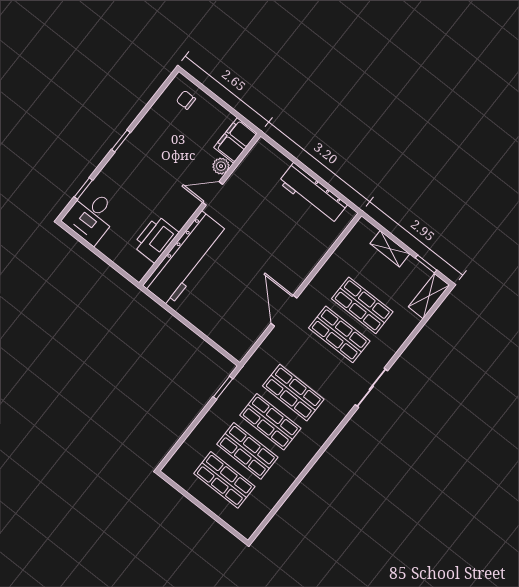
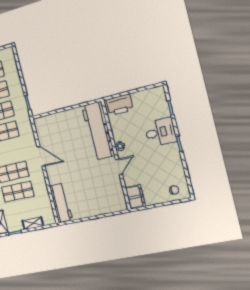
plant: (221, 166) -> (120, 146), moved
workbench: (313, 193) -> (61, 203), moved, turned 90
desk: (91, 216) -> (160, 132), moved, turned 90
printer: (156, 239) -> (119, 105), moved, turned 90

